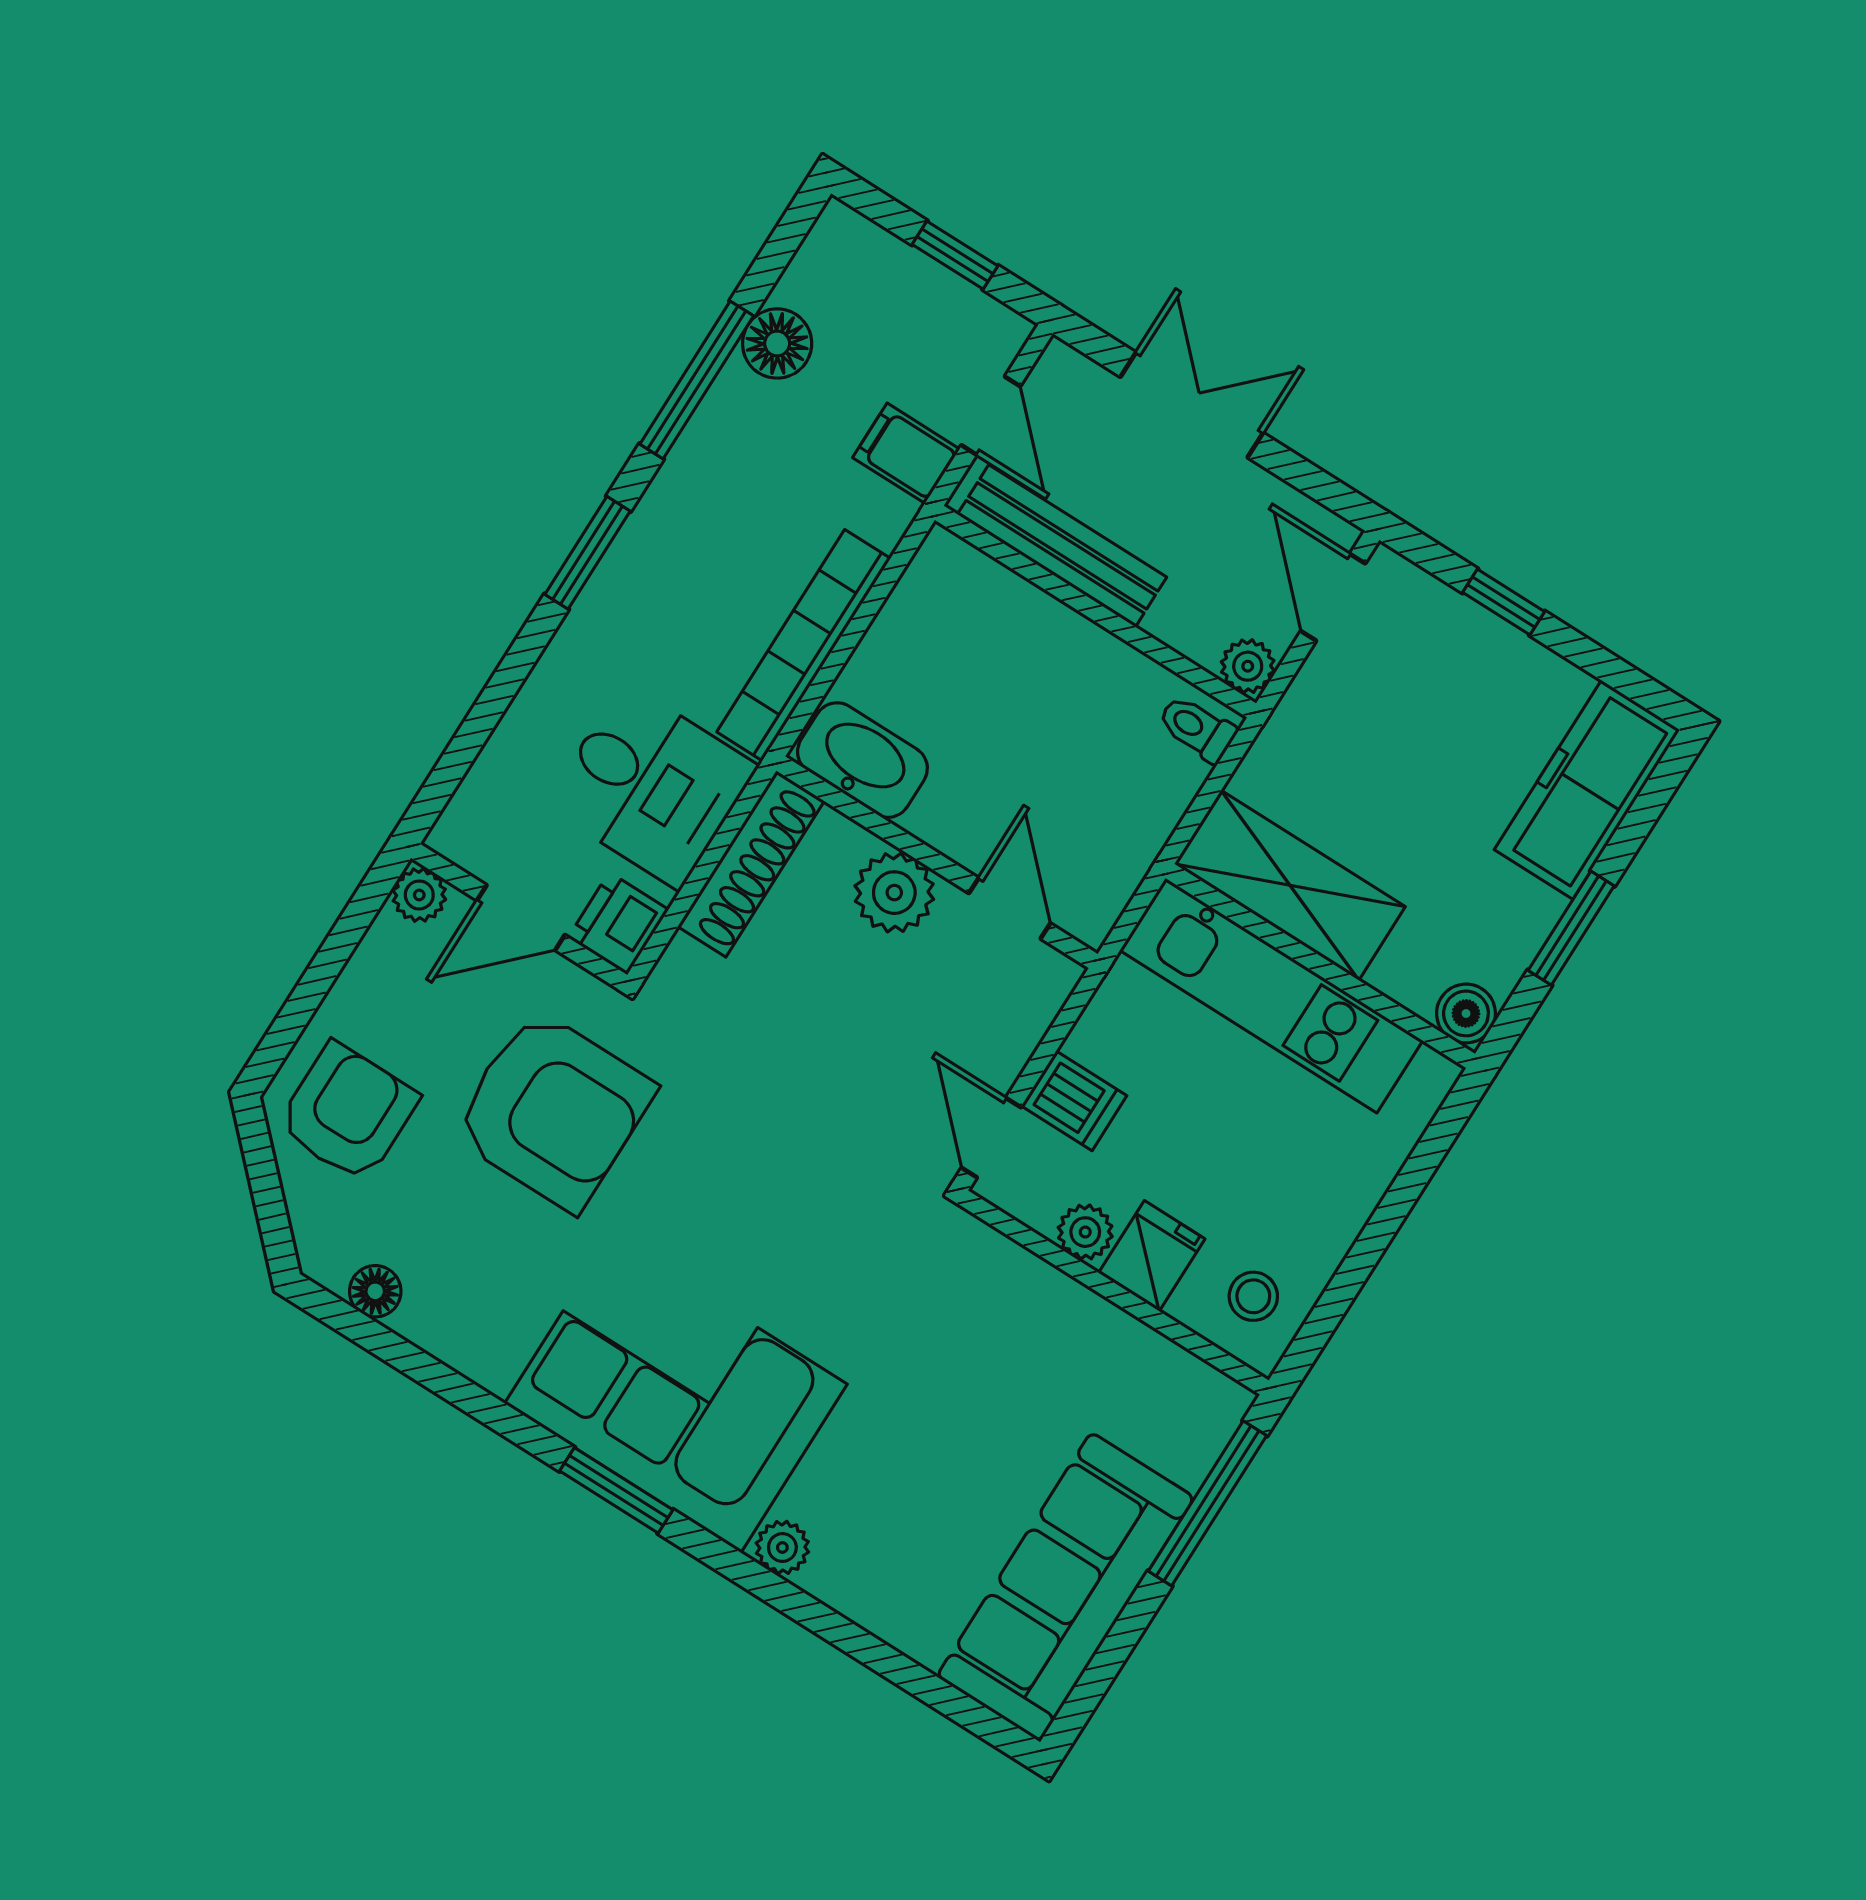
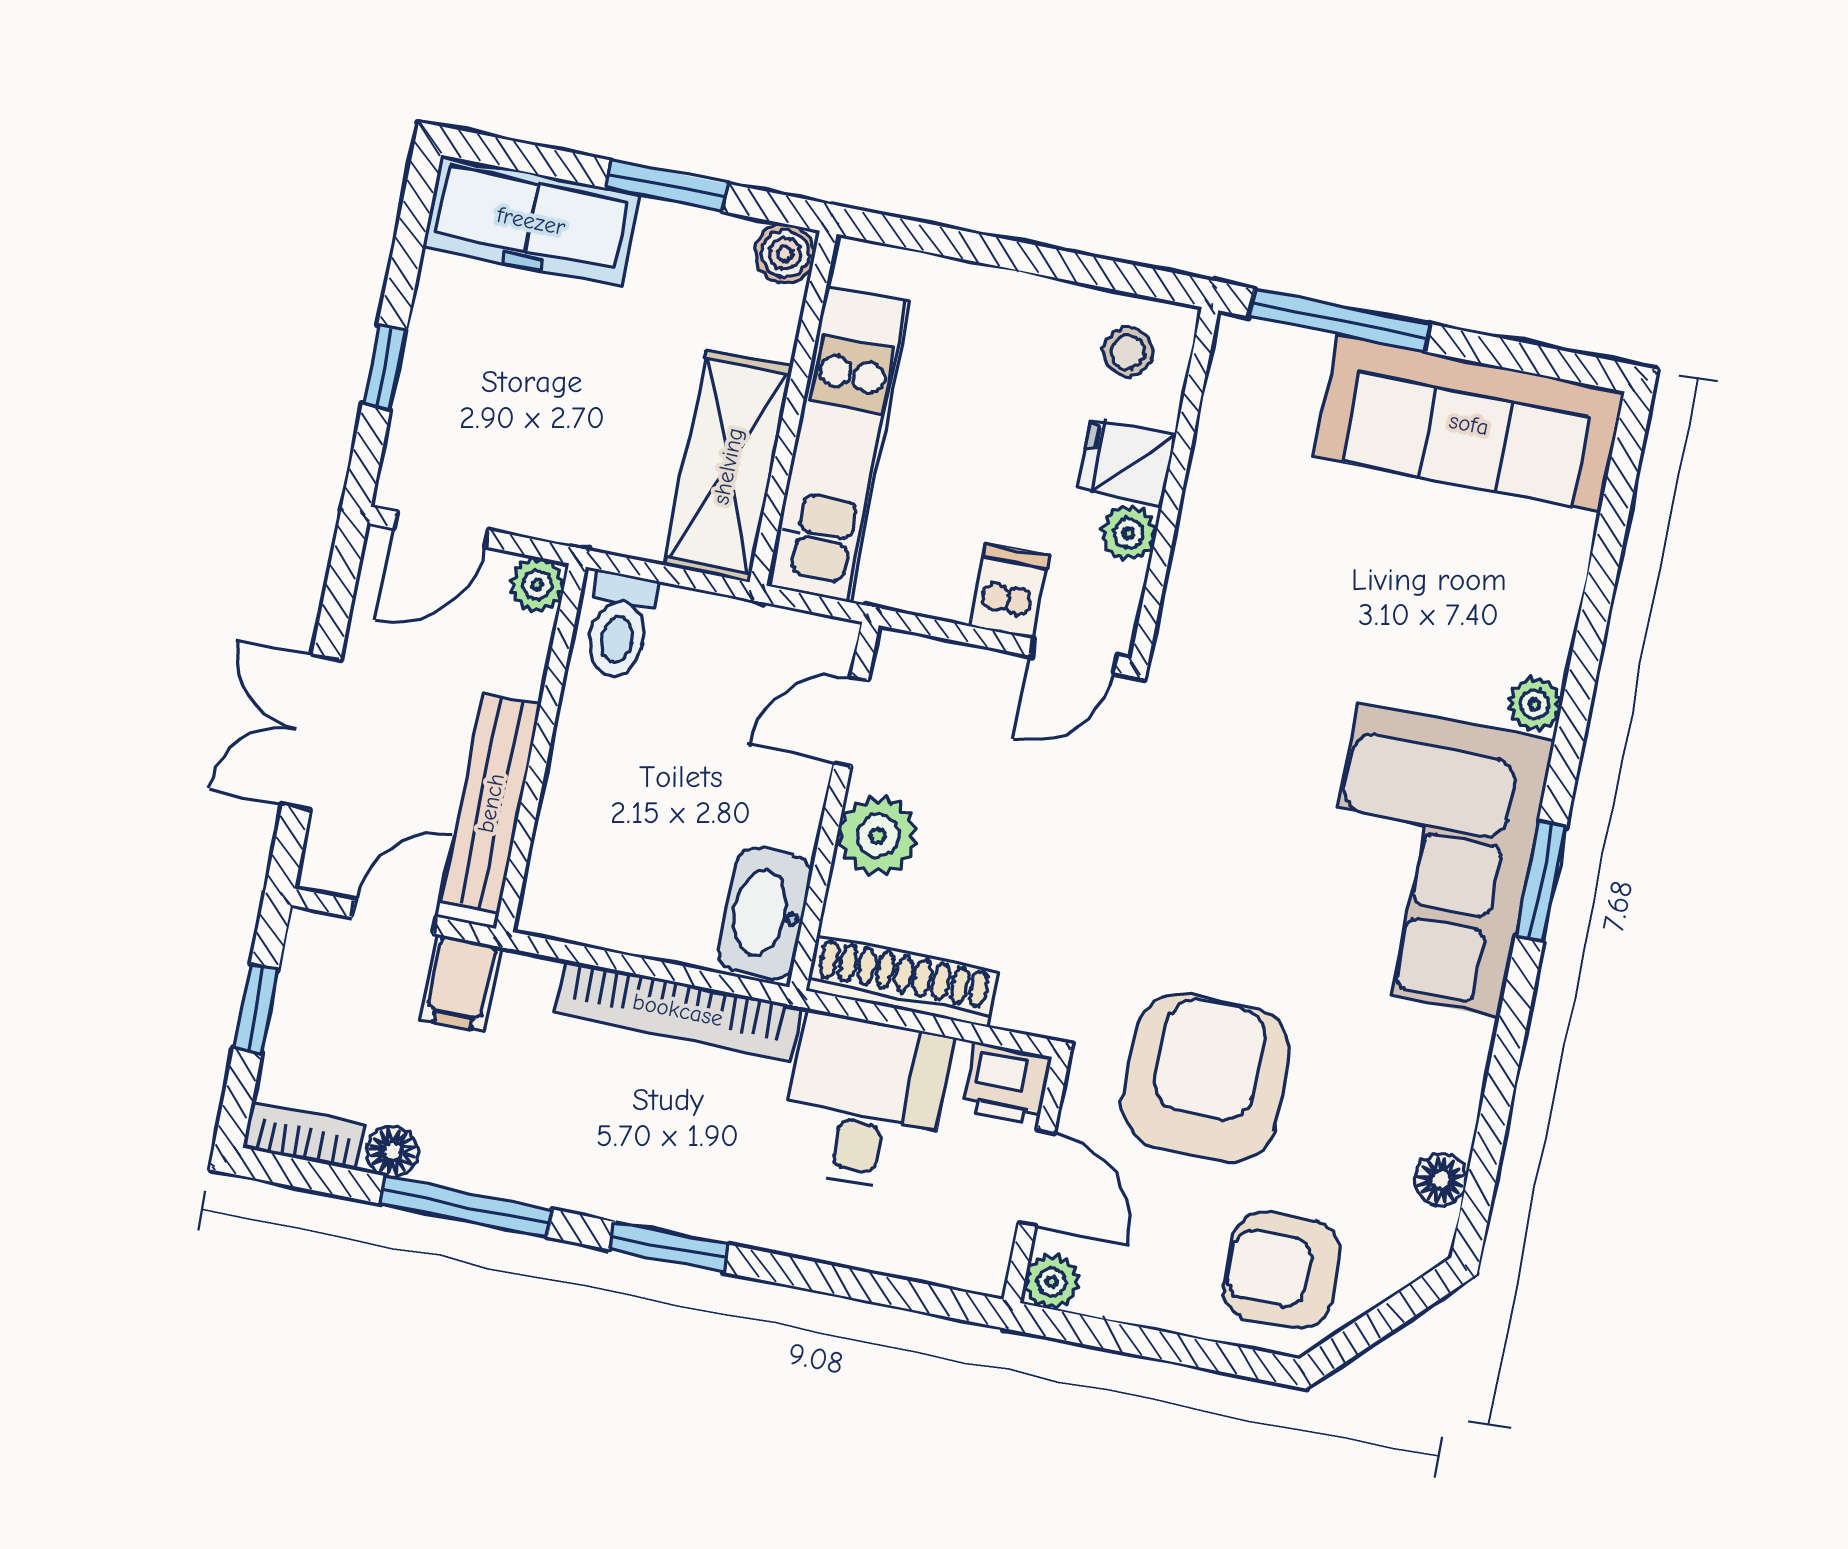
bookcase: (820, 254) -> (304, 1136), added
floor lamp: (777, 343) -> (392, 1152), width x0.73, depth x0.73
toilet: (1197, 728) -> (619, 626), width x1.37, depth x1.39

